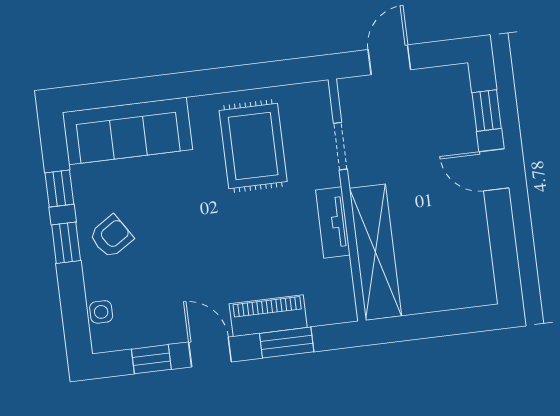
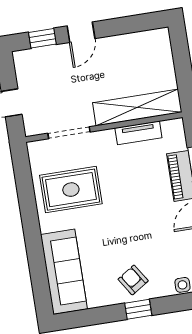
doorway: (340, 146) -> (69, 133), width x1.38
window: (59, 188) -> (103, 315), removed
tv unit: (333, 222) -> (138, 133), moved

